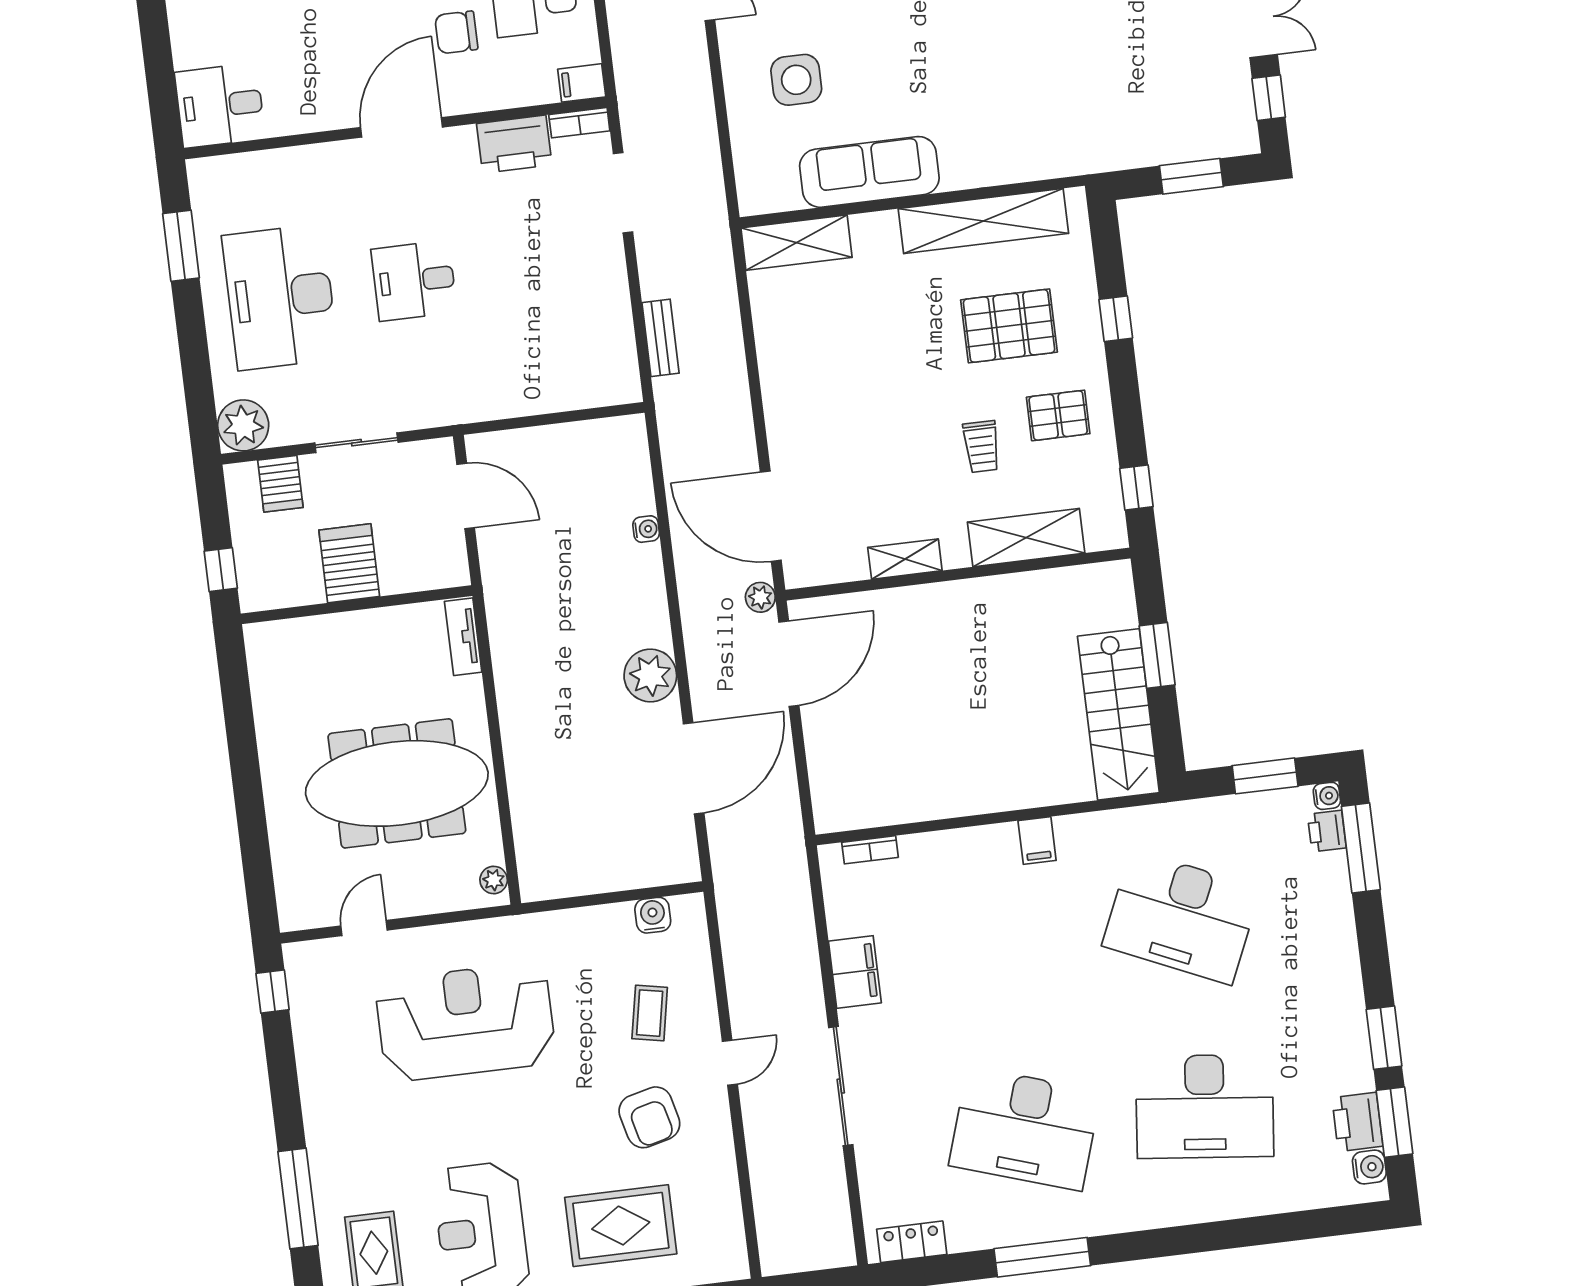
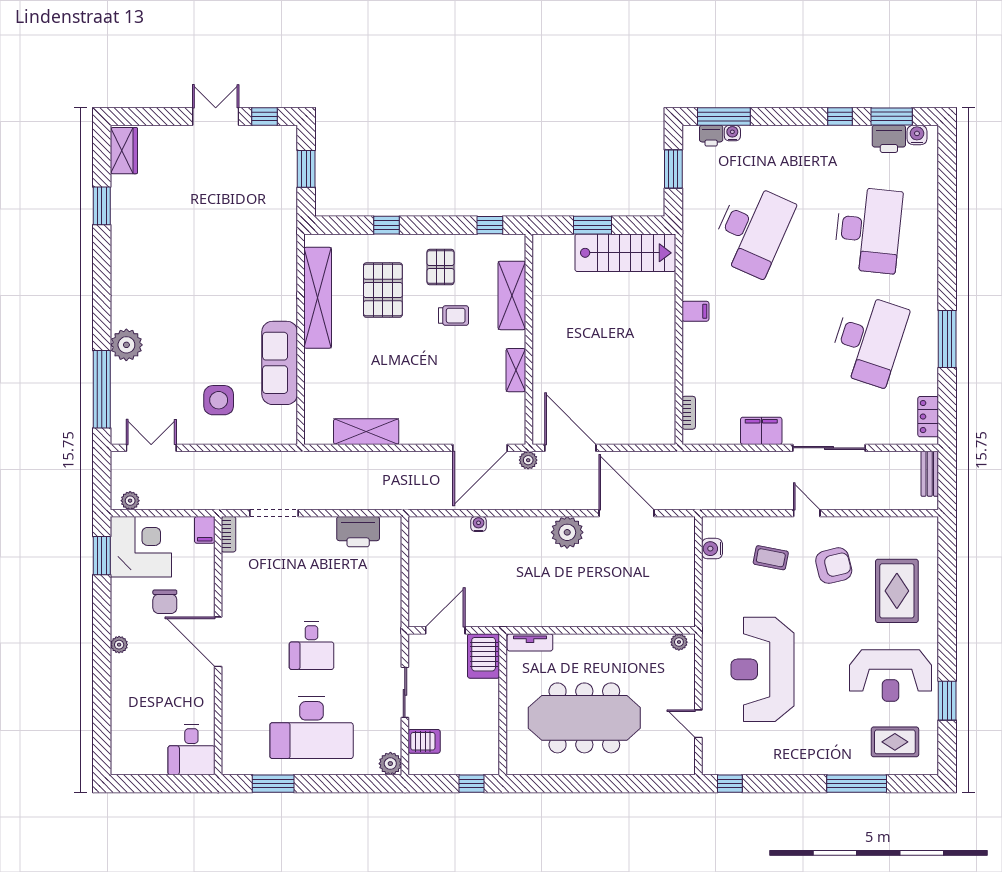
printer: (514, 144) -> (358, 532), moved, turned 90
shelving: (796, 243) -> (366, 432), moved, turned 90
bench: (661, 338) -> (930, 474), moved, turned 90
plant: (243, 425) -> (390, 764), width x0.73, depth x0.73
server rack: (349, 563) -> (484, 656), moved, turned -90
meeting table: (397, 783) -> (584, 718), moved, turned 90
water cooler: (1327, 796) -> (732, 133), moved
window: (1384, 1038) -> (840, 116), width x0.67

